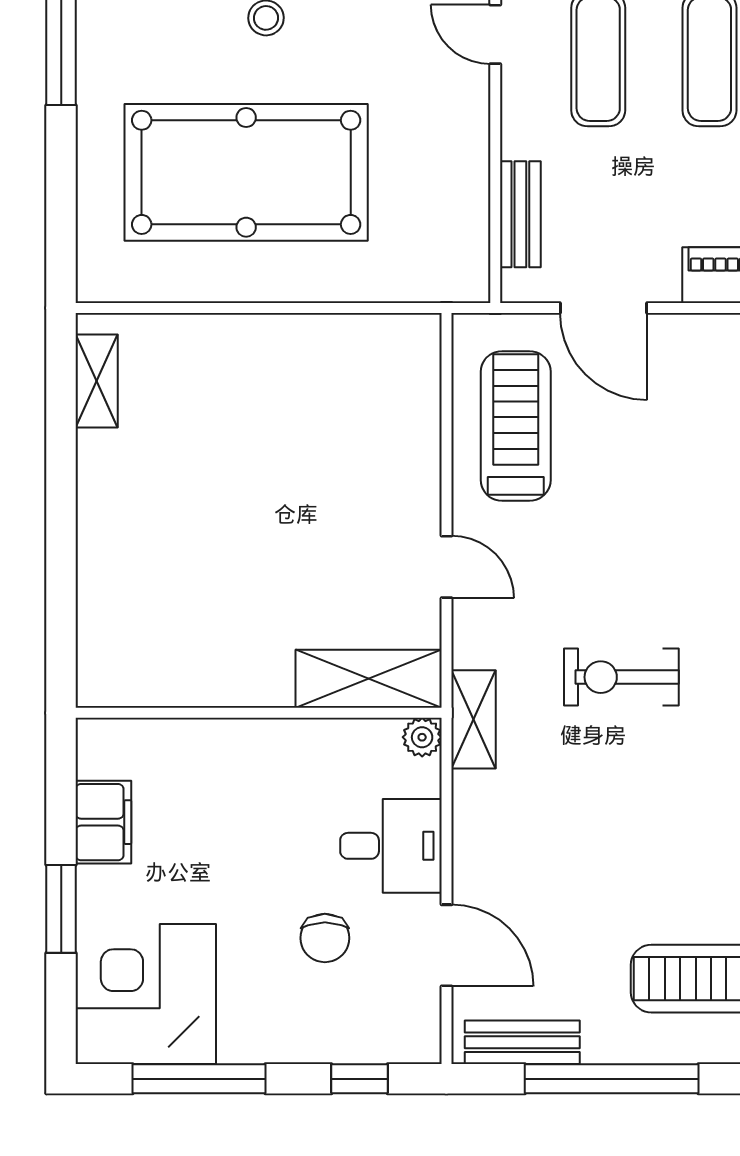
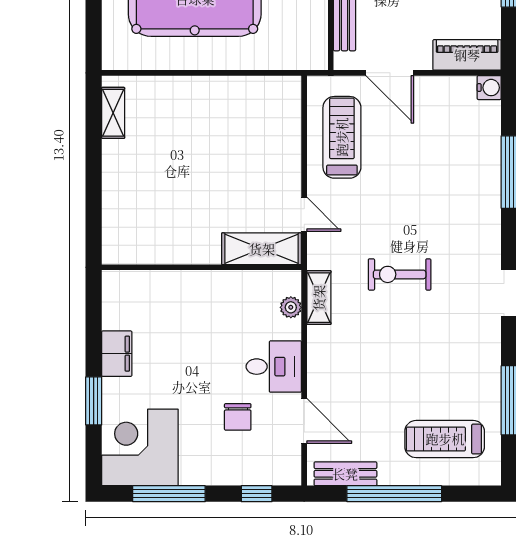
shelving: (369, 679) -> (262, 249), moved
wall: (259, 713) -> (202, 267), moved

